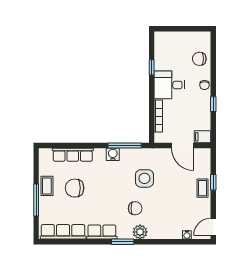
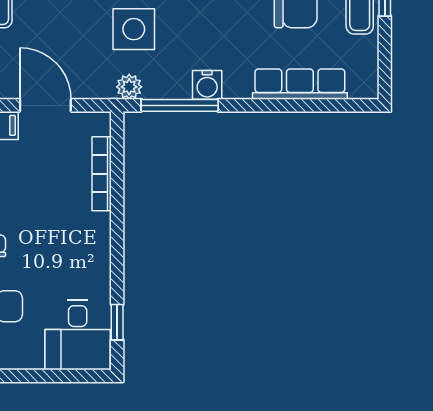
window: (152, 67) -> (117, 322), moved
desk: (169, 85) -> (78, 335), moved, turned 90
plant: (146, 154) -> (129, 87), added

